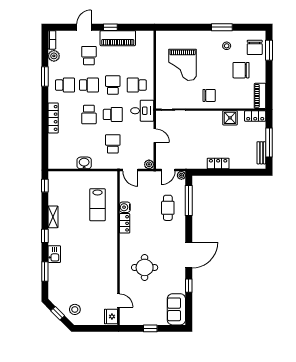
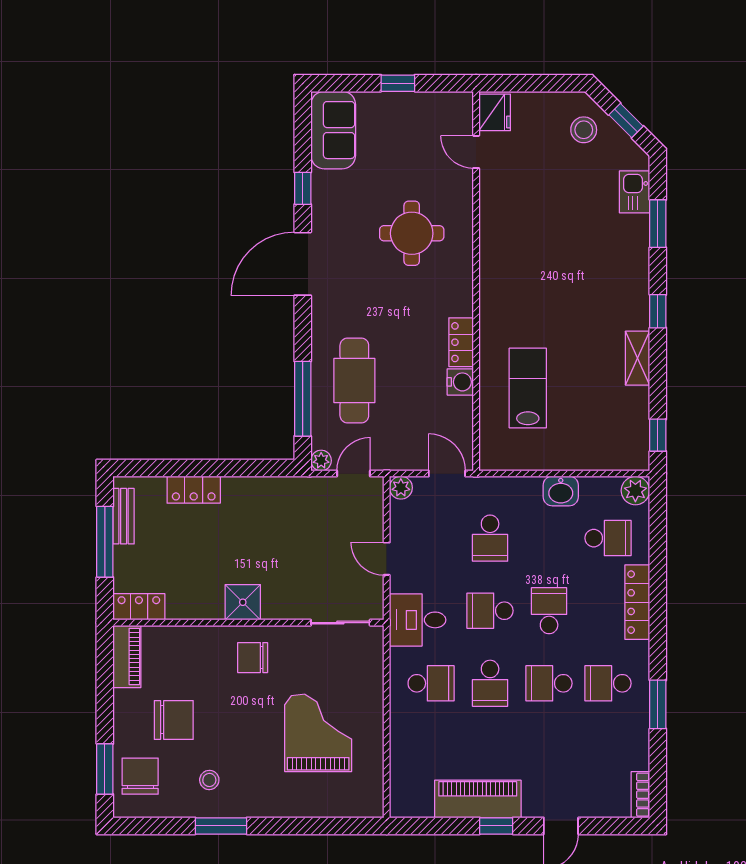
plant: (54, 56) -> (635, 491), moved
school desk: (89, 56) -> (608, 538), moved, turned -90
shower: (230, 118) -> (243, 602), moved
locker: (218, 164) -> (194, 490), moved
cafe table: (168, 208) -> (354, 380), width x1.37, depth x1.35
kitchen sink: (54, 254) -> (634, 192), moved

